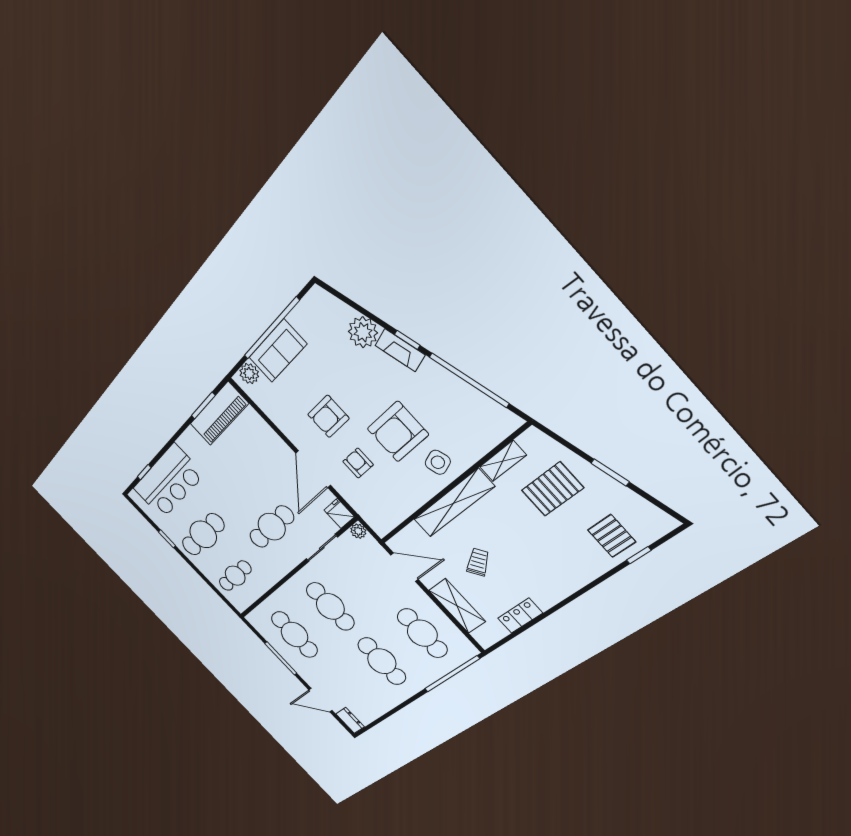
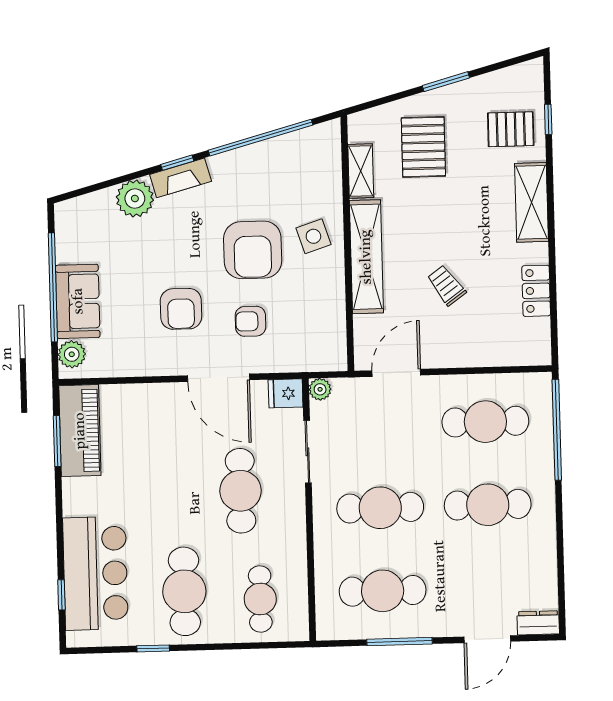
shelving: (457, 606) -> (531, 202), moved, turned 90

